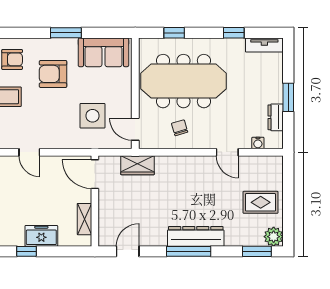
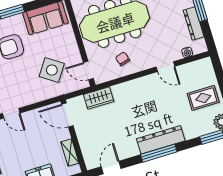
side table: (93, 116) -> (52, 70), turned 34
dresser: (276, 117) -> (194, 24), width x1.44

